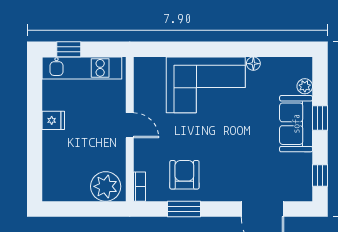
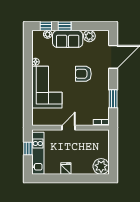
window: (69, 49) -> (28, 148), moved
plant: (302, 164) -> (89, 36), added
armchair: (184, 175) -> (83, 74), moved
window: (320, 176) -> (46, 26), moved
plant: (106, 186) -> (101, 166), moved

